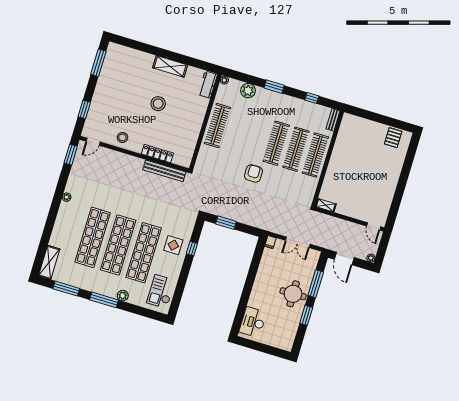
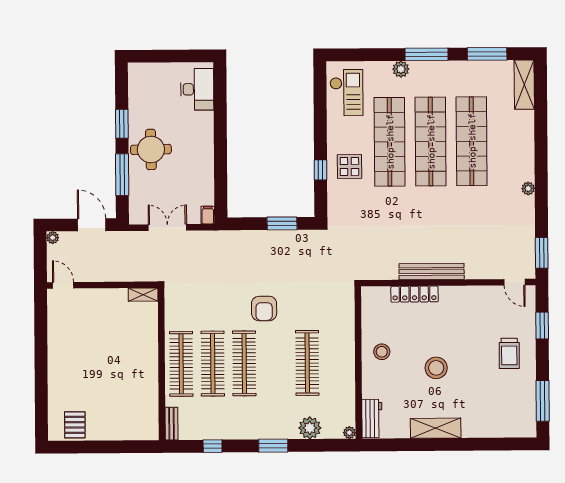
trolley: (110, 99) -> (509, 353), added
clothes rail: (218, 125) -> (307, 363), moved
stool: (122, 137) -> (382, 352), moved
door: (93, 142) -> (515, 282), swing flipped
bench: (164, 171) -> (432, 271), moved

